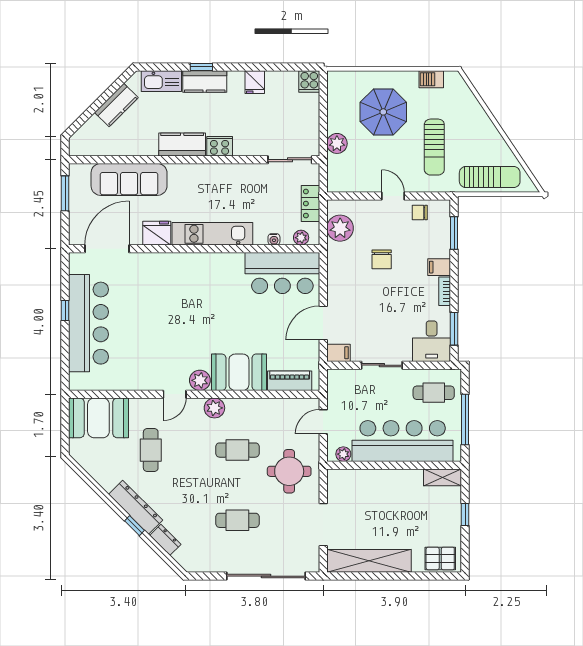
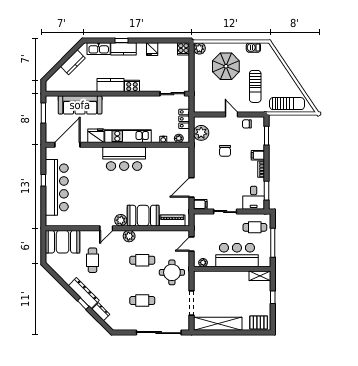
plant: (337, 143) -> (199, 48), moved
bar counter: (282, 273) -> (124, 159), moved
bar counter: (403, 441) -> (237, 255), width x0.73

